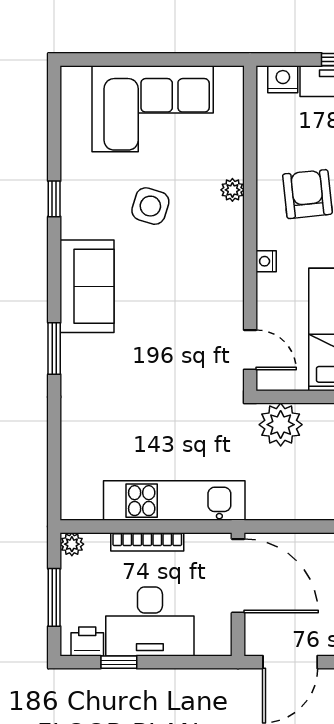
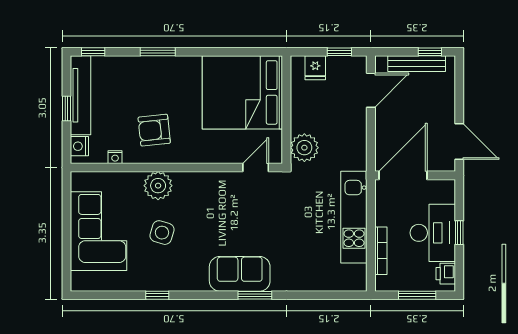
plant: (232, 190) -> (158, 186), width x1.87, depth x1.87
nightstand: (266, 261) -> (115, 157), moved
sofa: (87, 286) -> (240, 274), moved
bookcase: (147, 542) -> (381, 251), moved
plant: (72, 544) -> (382, 284), removed
window: (119, 662) -> (459, 233), moved

